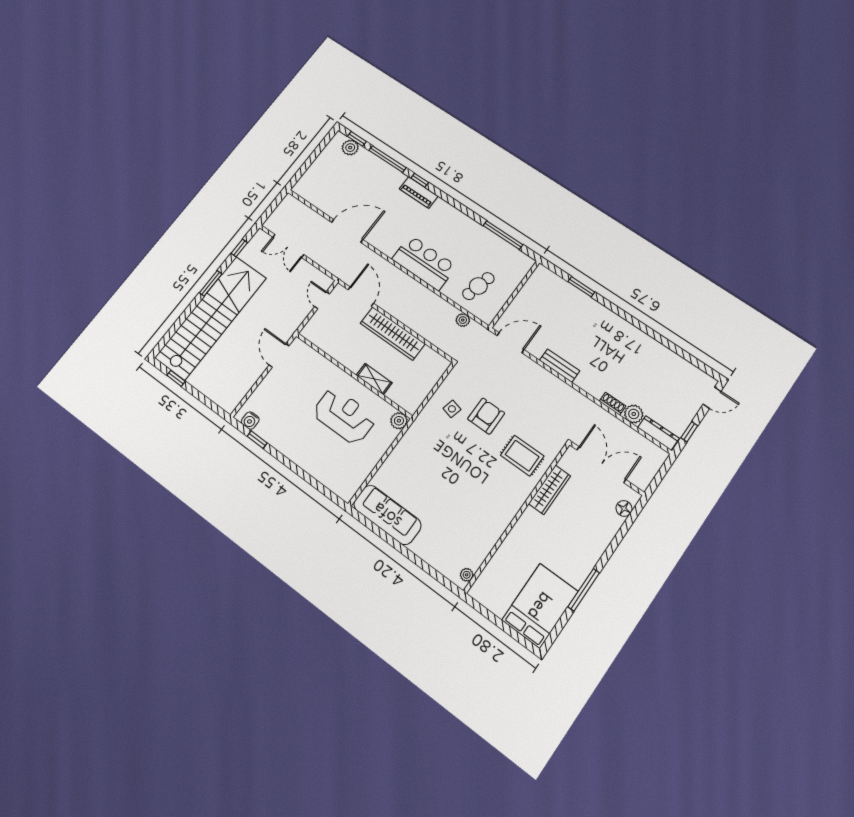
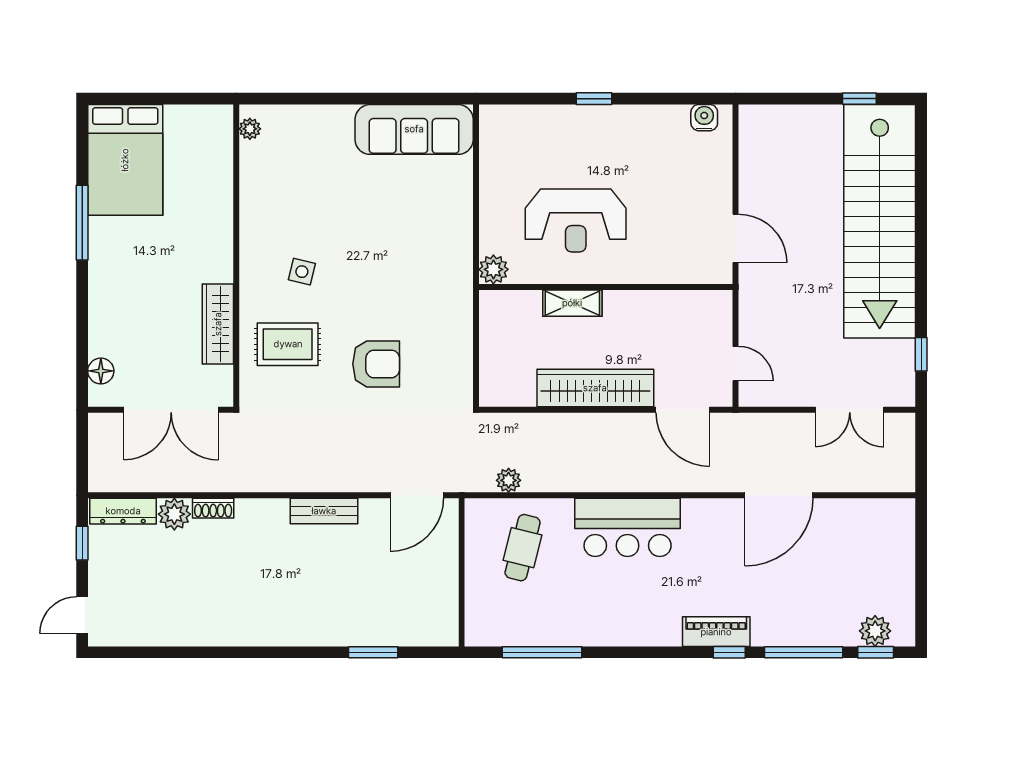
double door: (288, 246) -> (850, 410), swing flipped
window: (211, 283) -> (921, 271), removed
side table: (452, 409) -> (302, 272), moved
armchair: (486, 416) -> (376, 364), turned -90
window: (257, 440) -> (594, 99), moved

